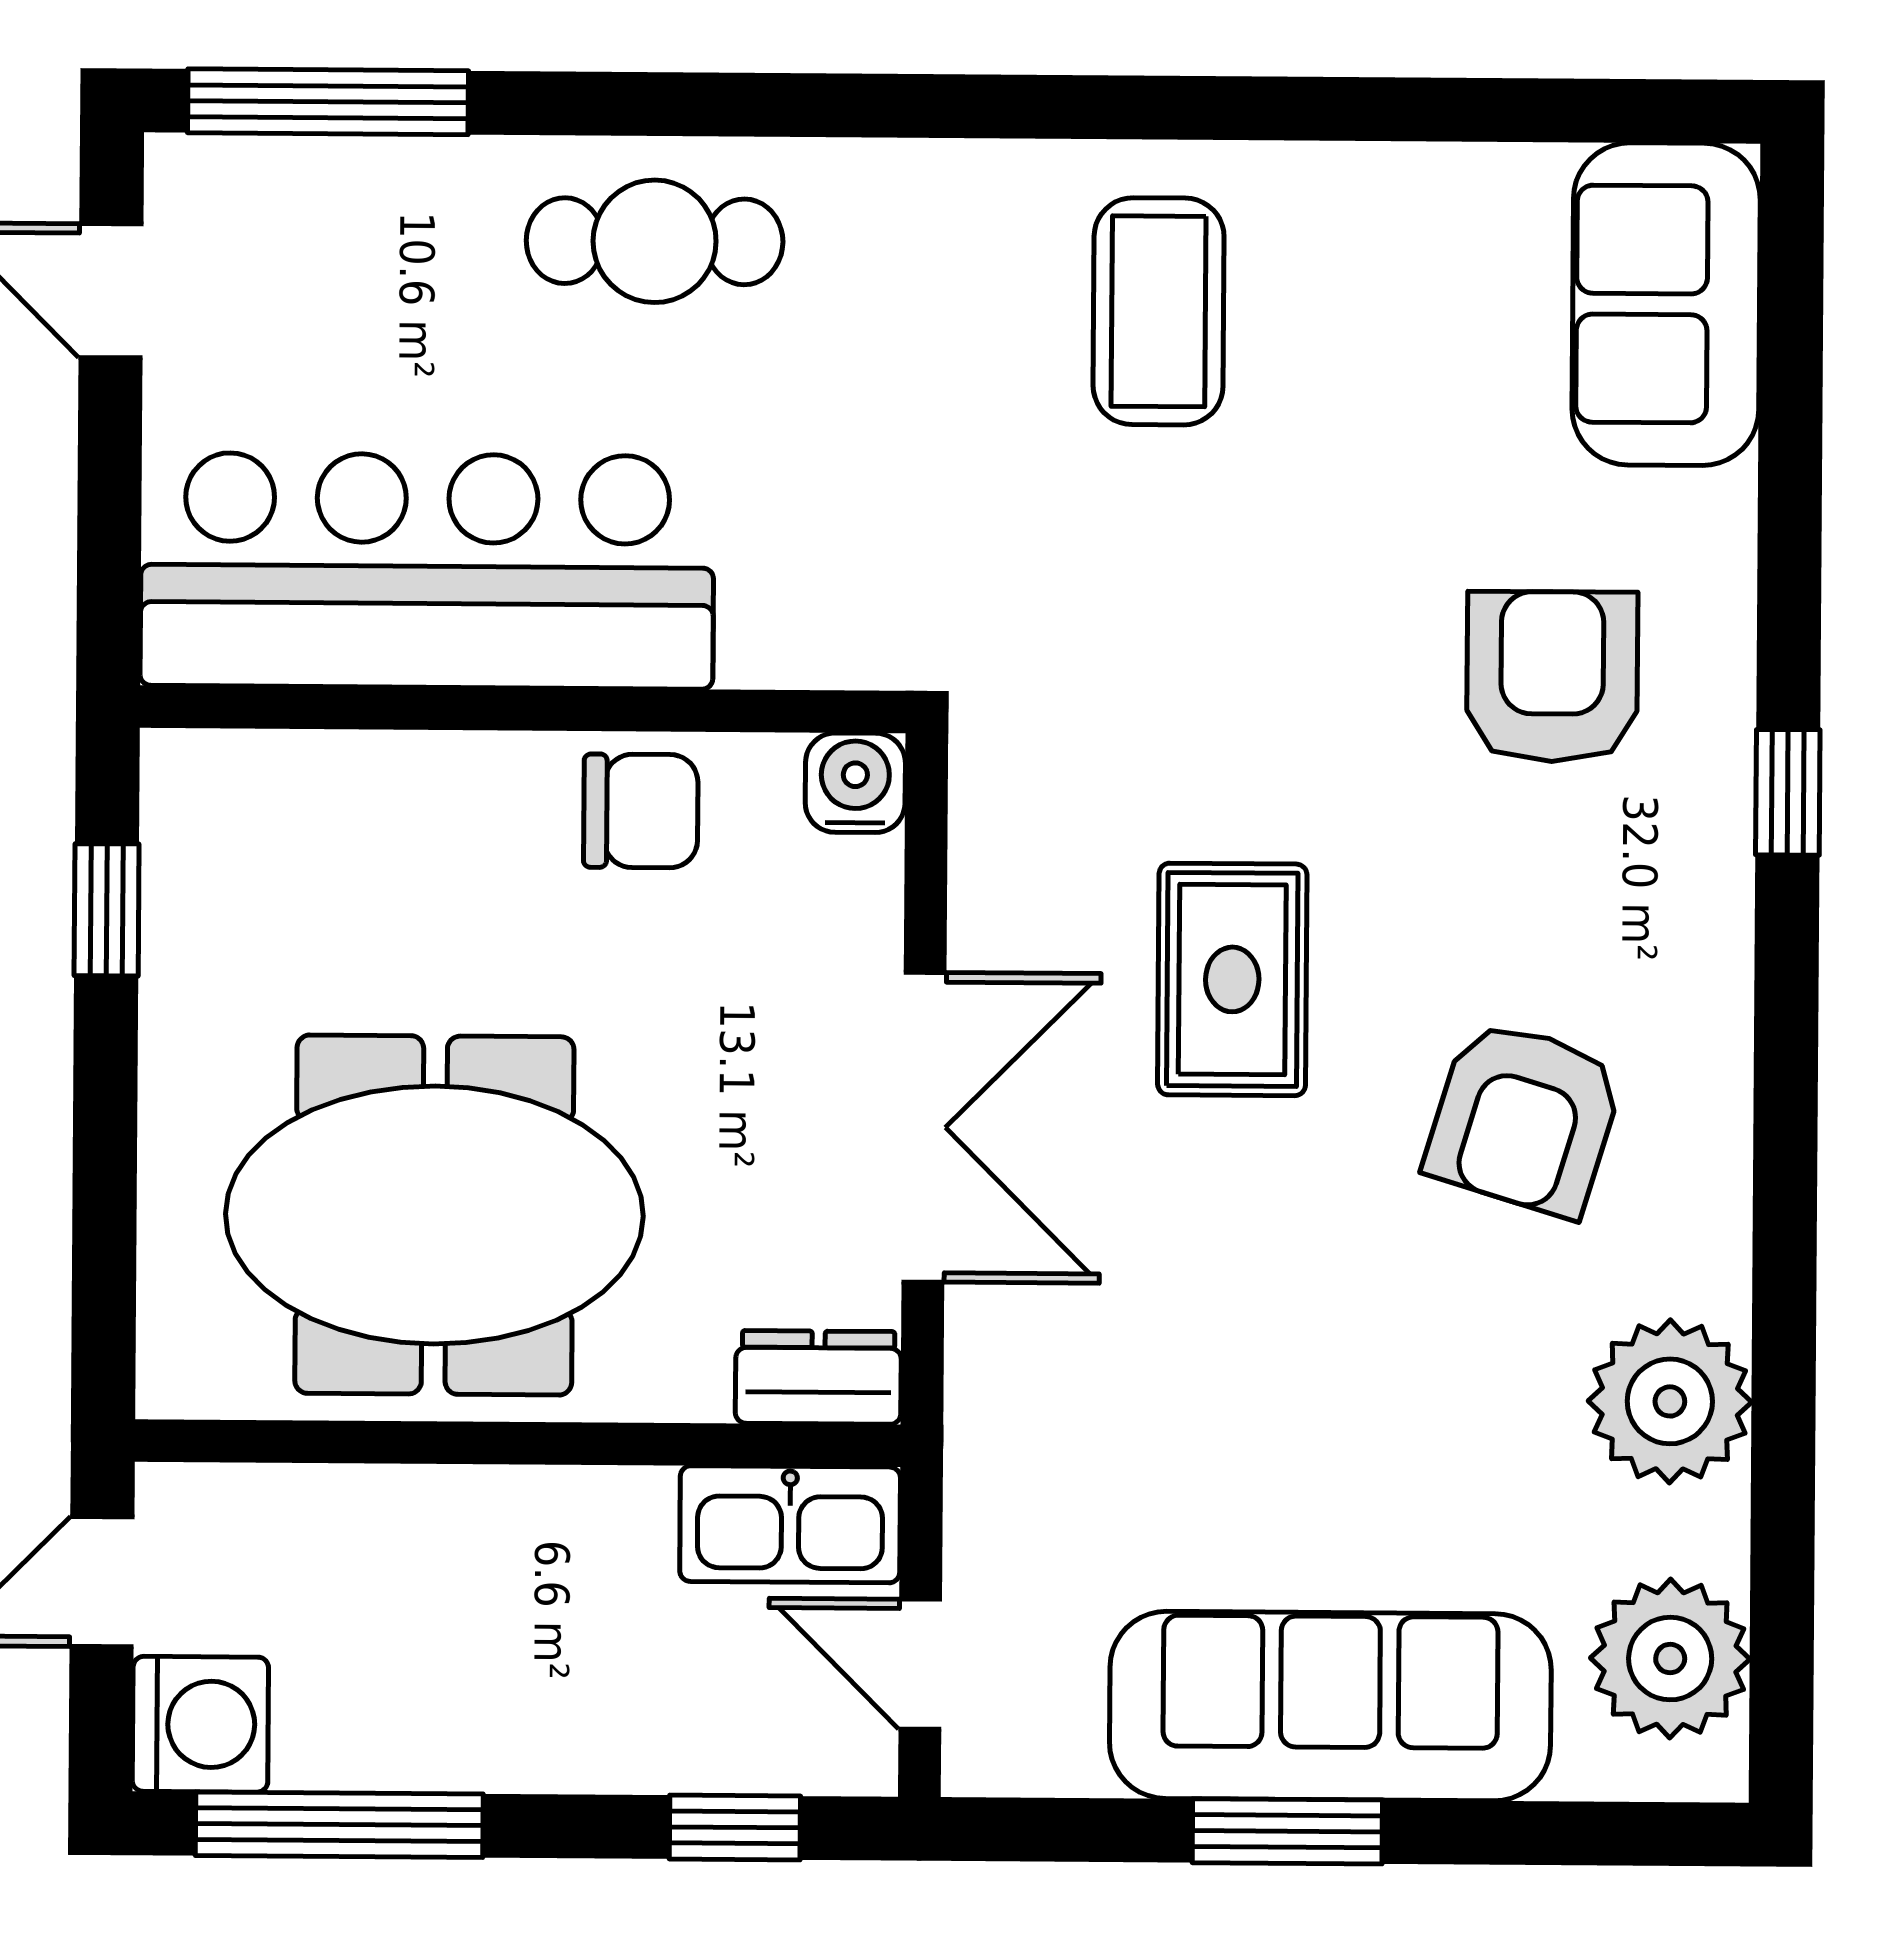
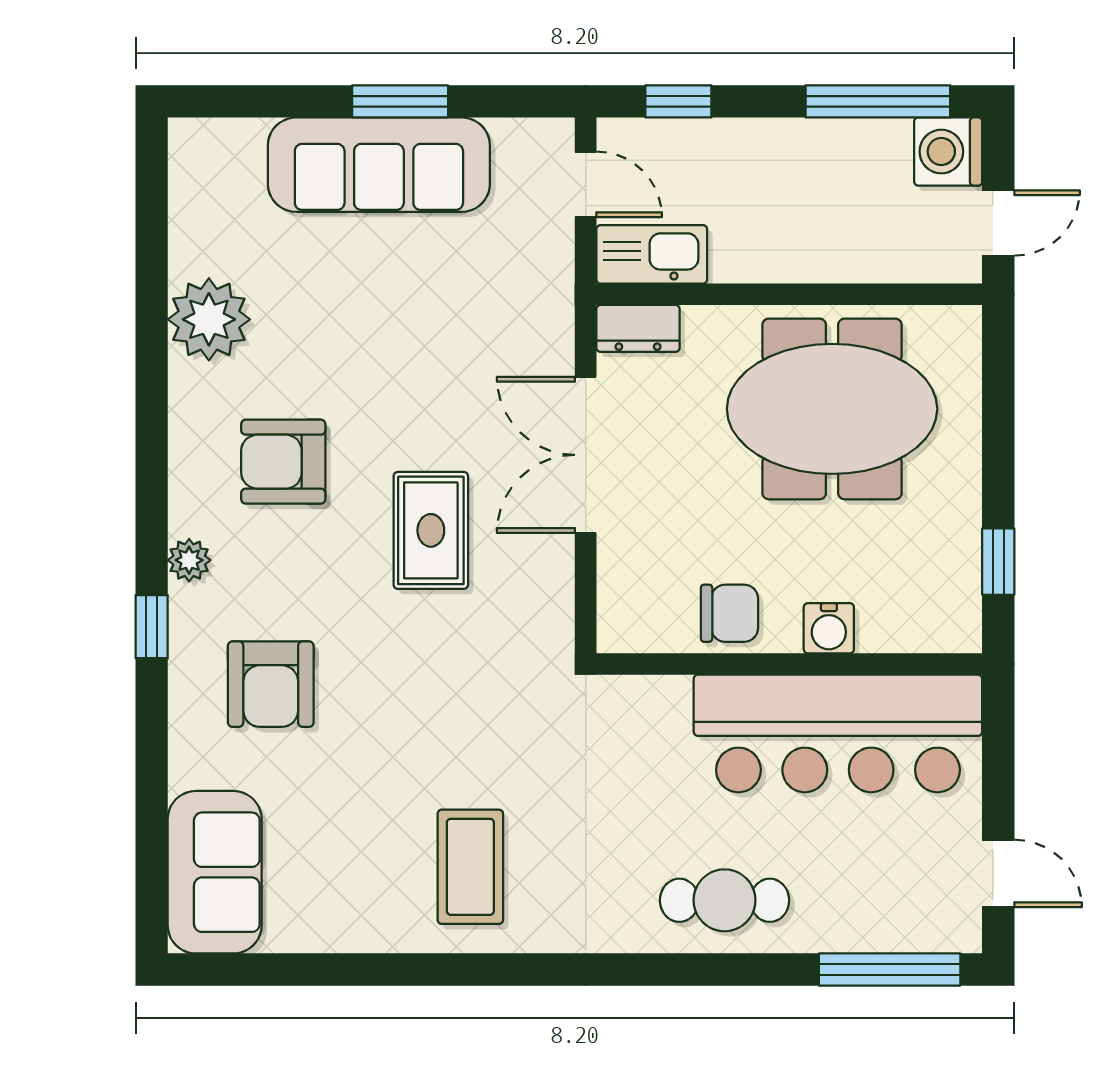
water cooler: (855, 783) -> (829, 628), moved
chair: (641, 811) -> (729, 613), turned 180
armchair: (1524, 1118) -> (283, 462), turned -107
plant: (1670, 1659) -> (189, 560), moved, width x0.53, depth x0.53

